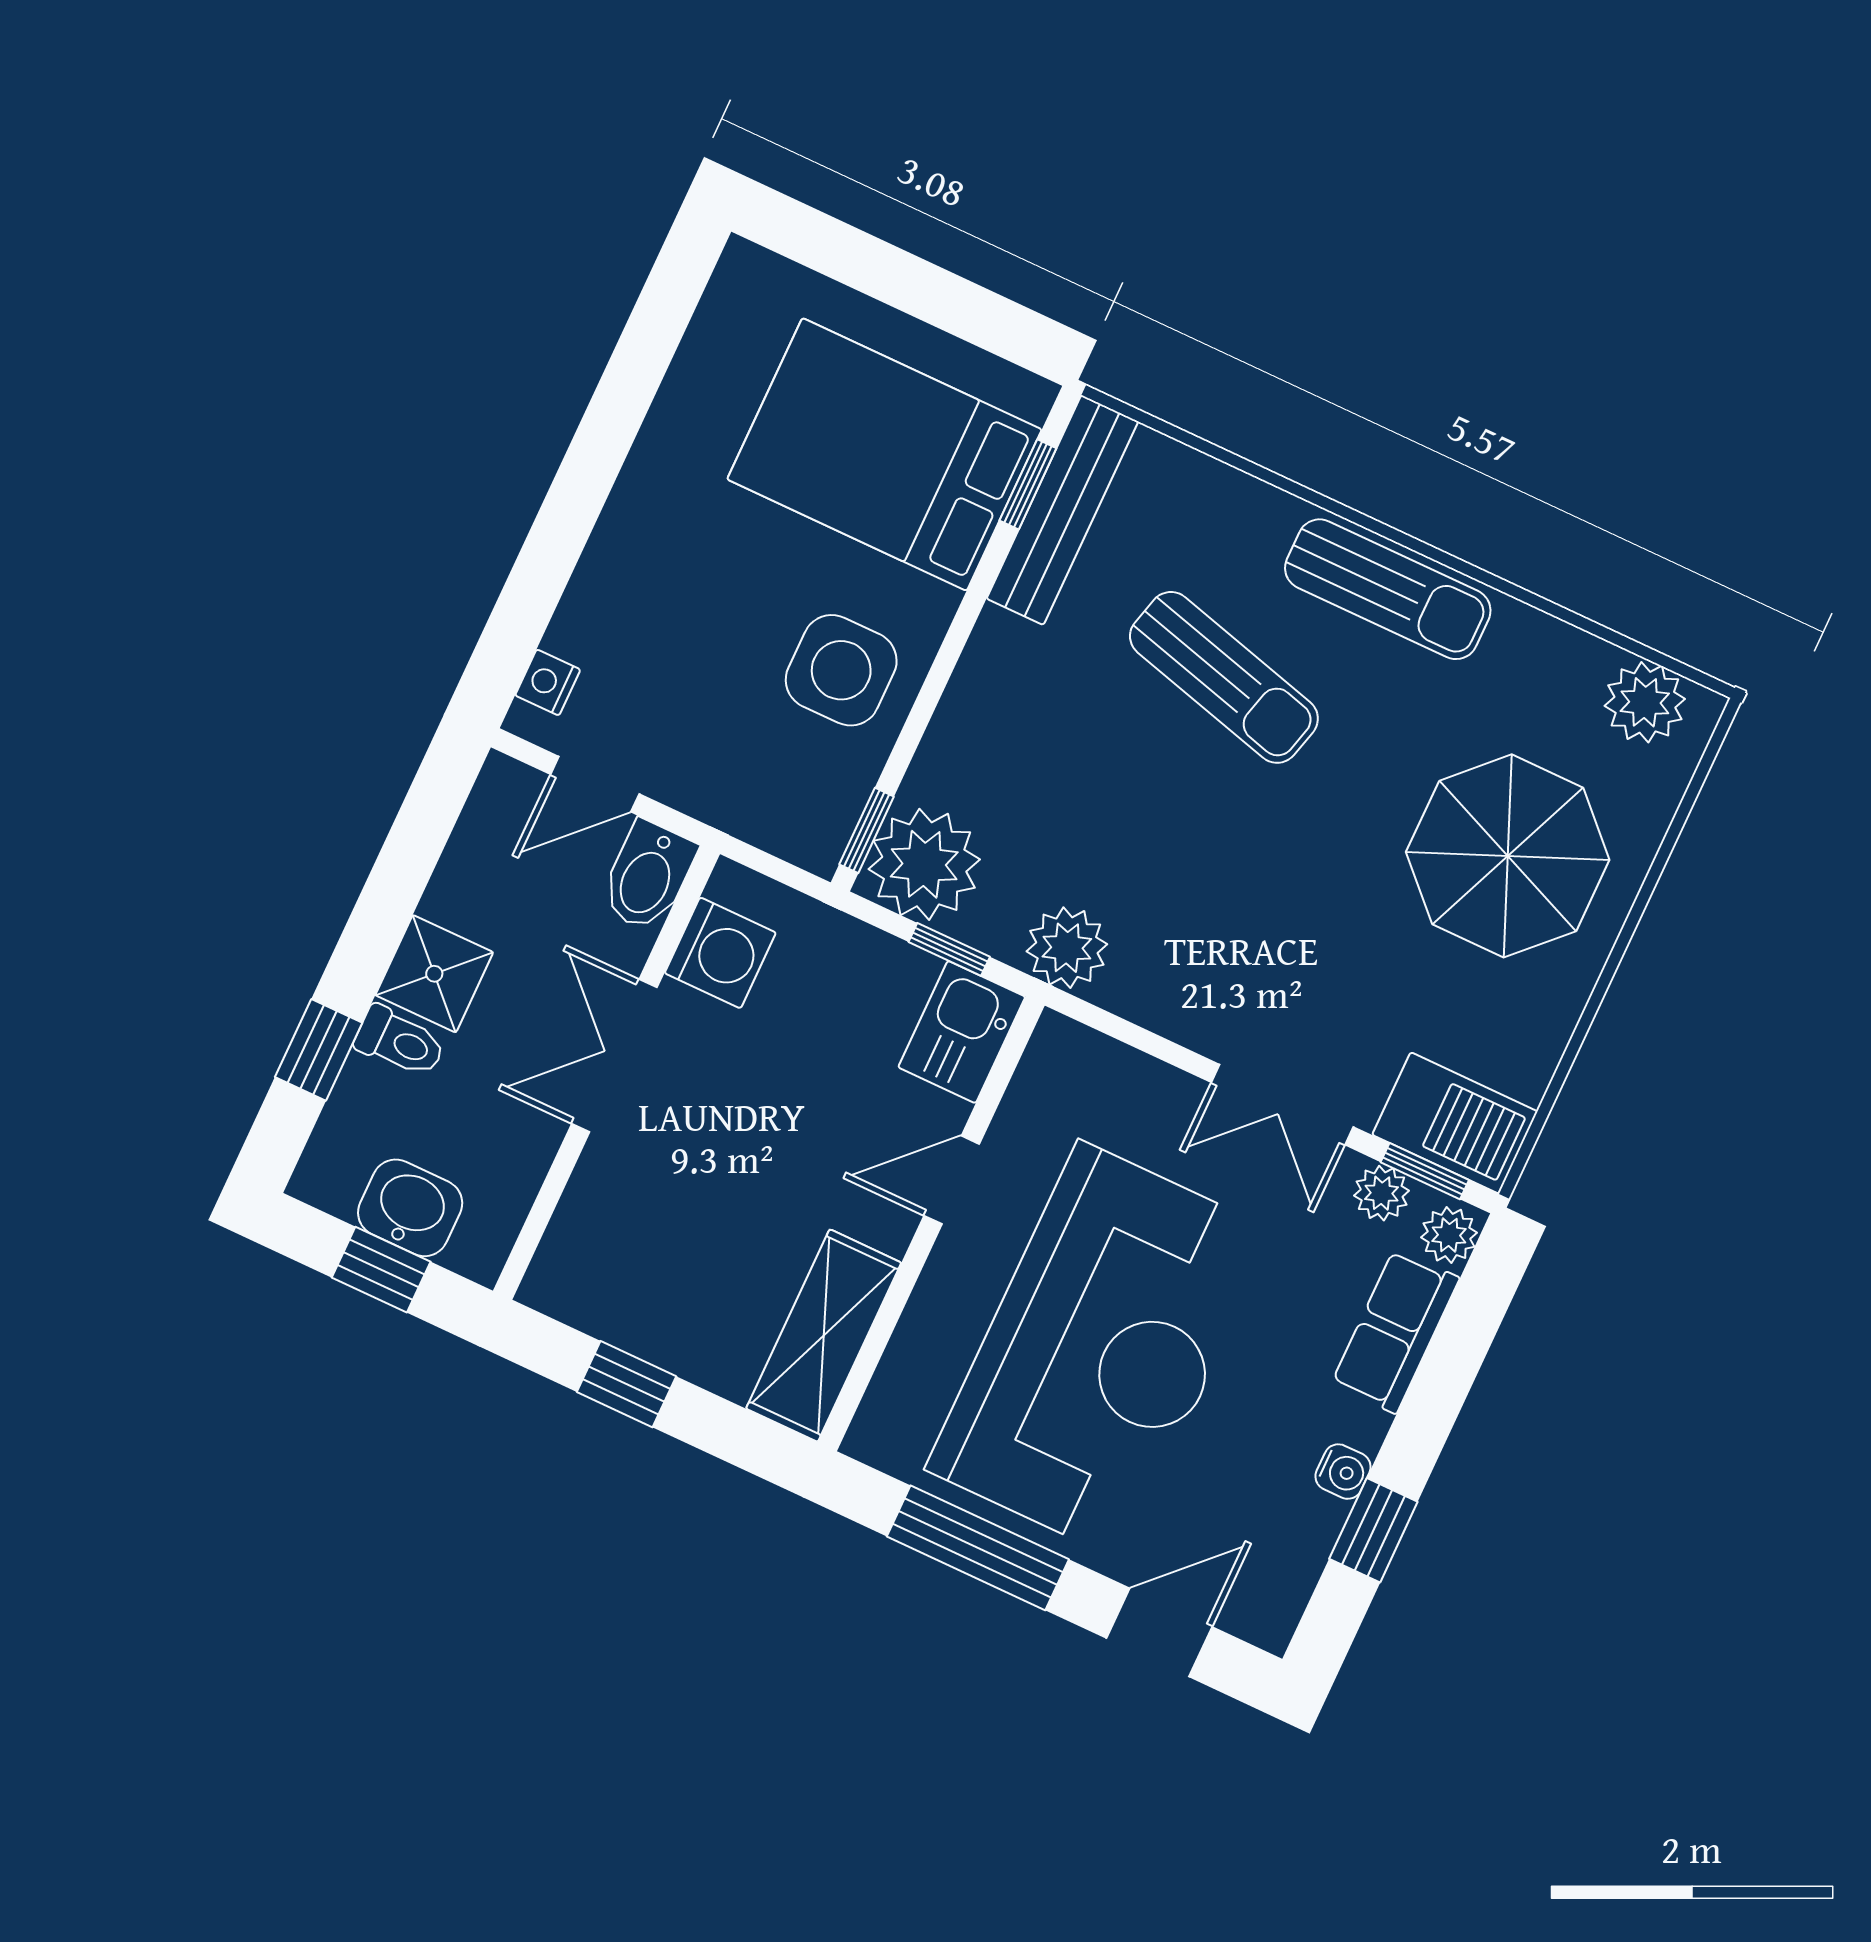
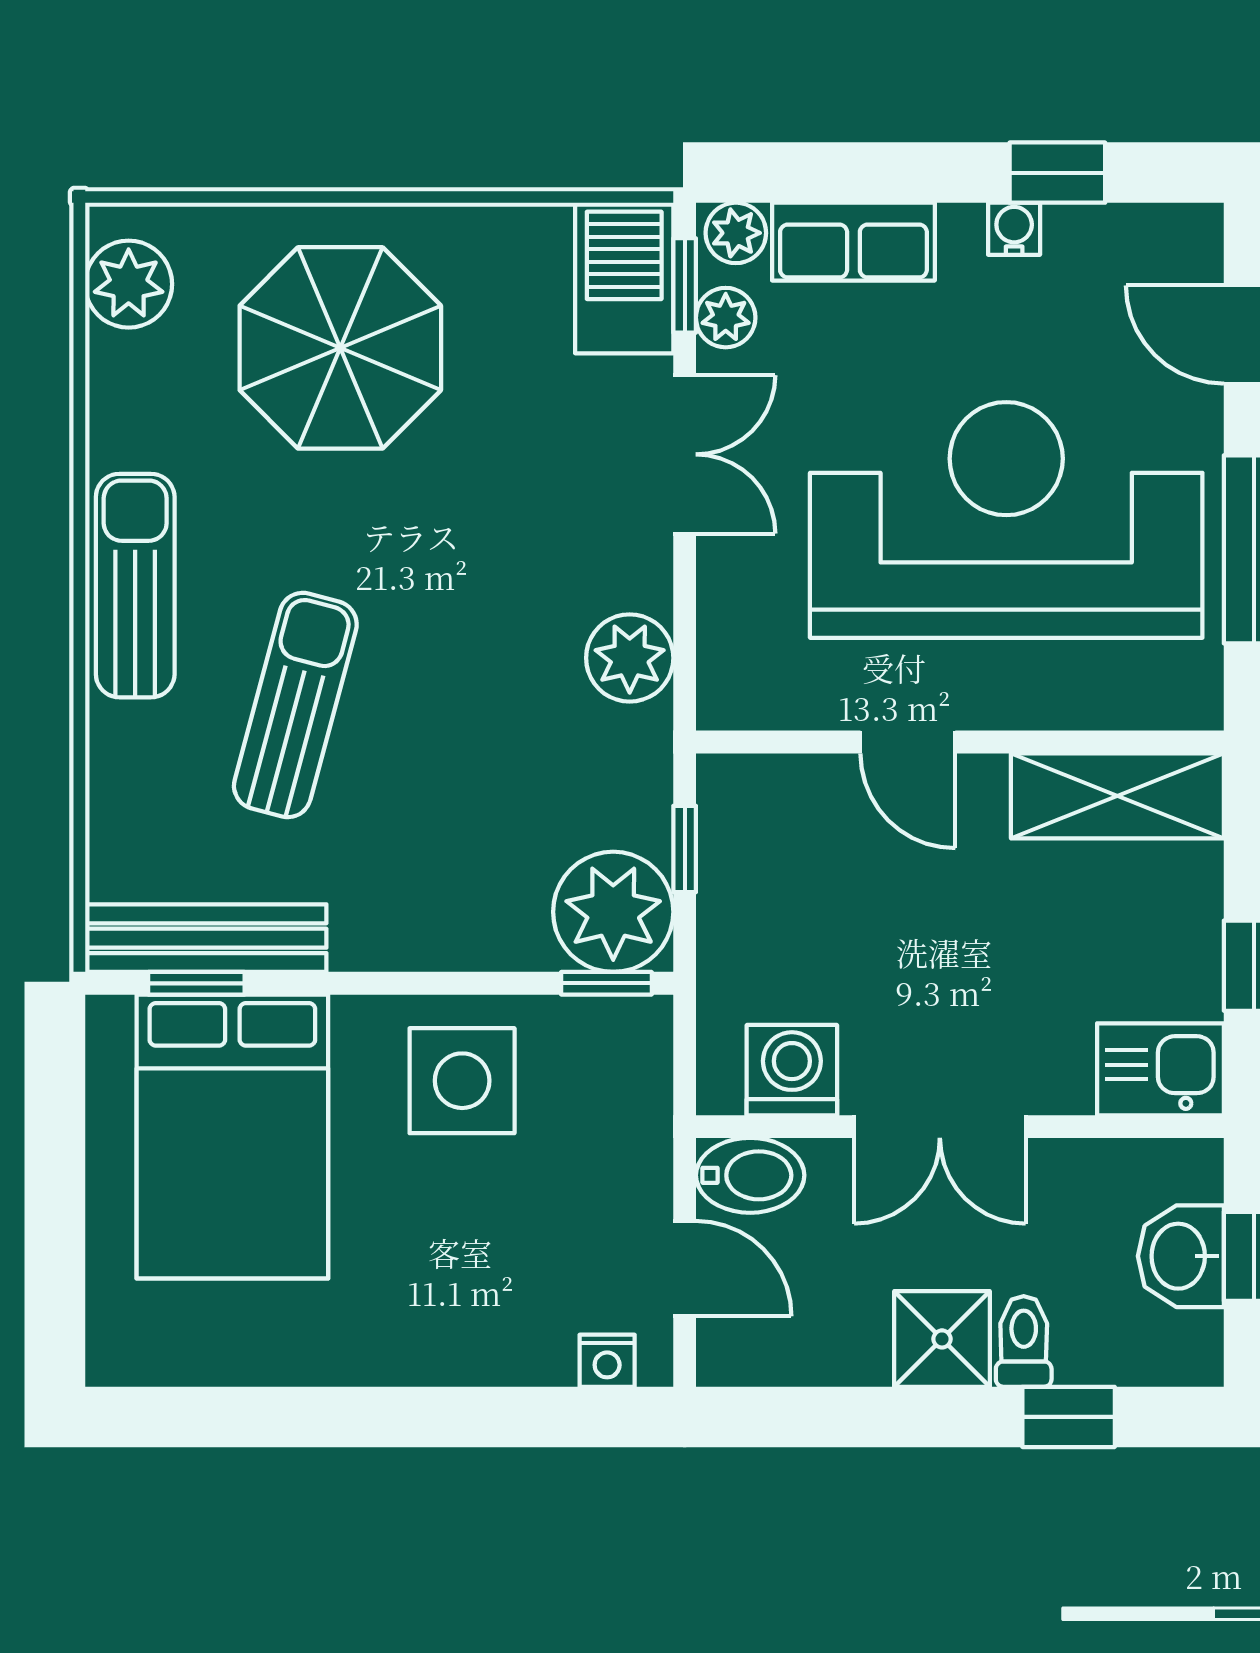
plant: (1067, 948) -> (630, 658), moved
kitchen sink: (962, 1032) -> (1160, 1069), moved, turned 180

